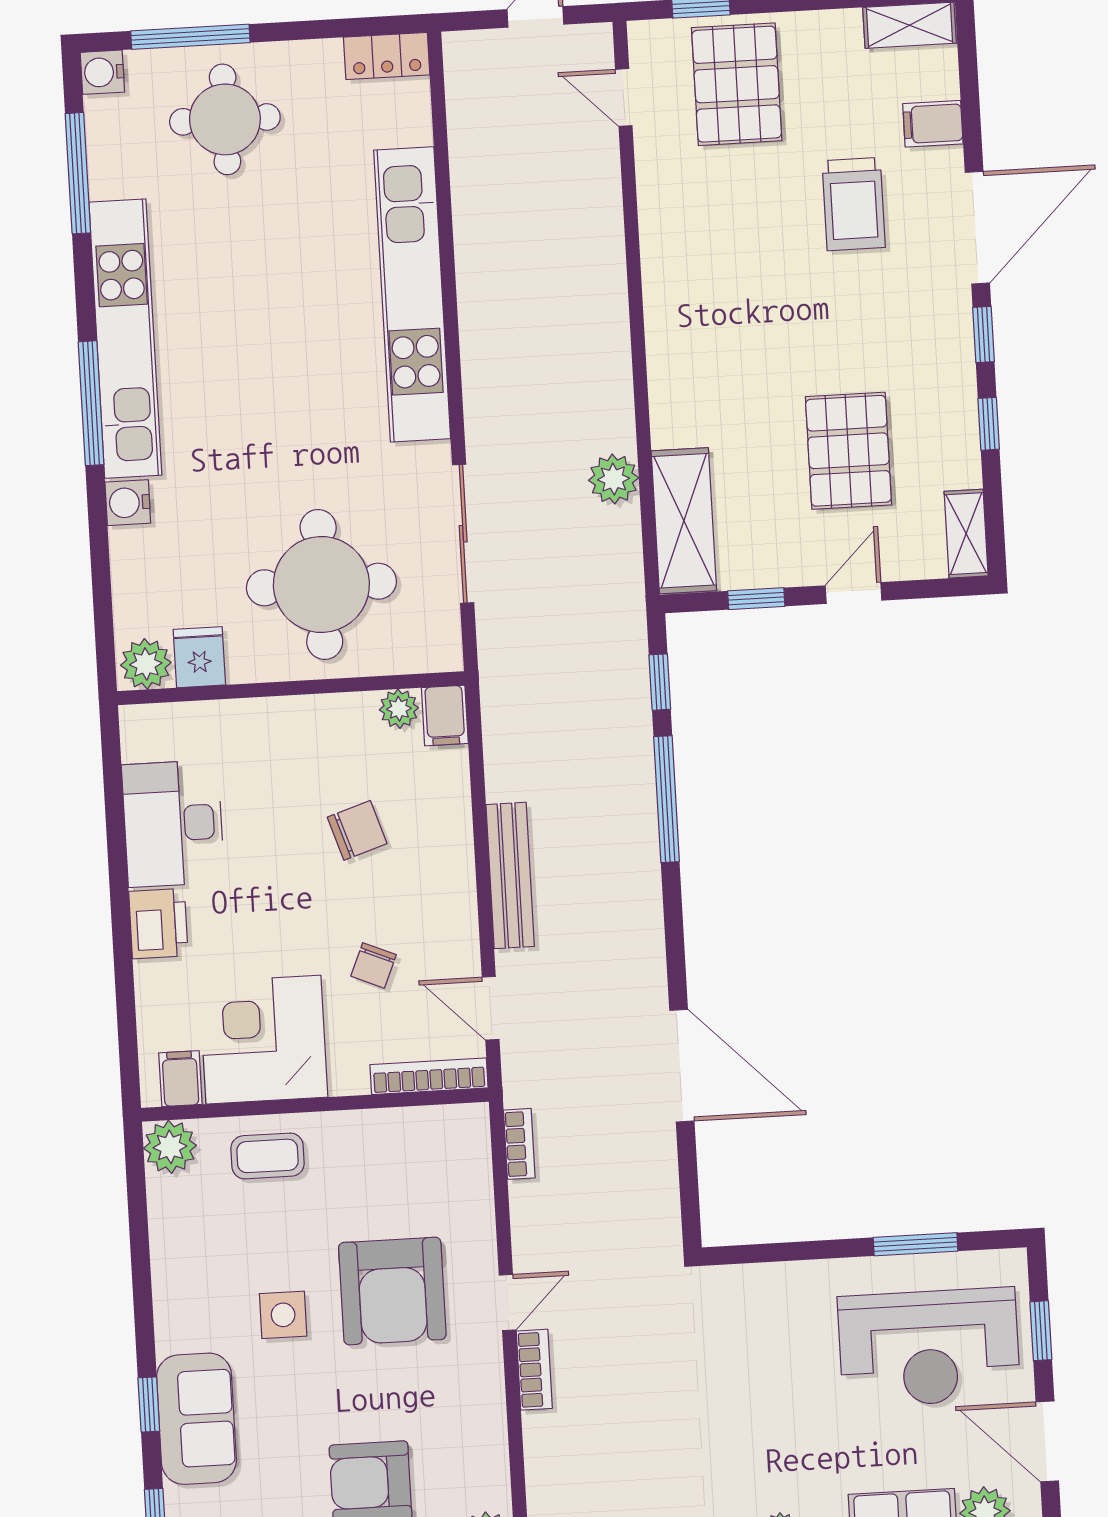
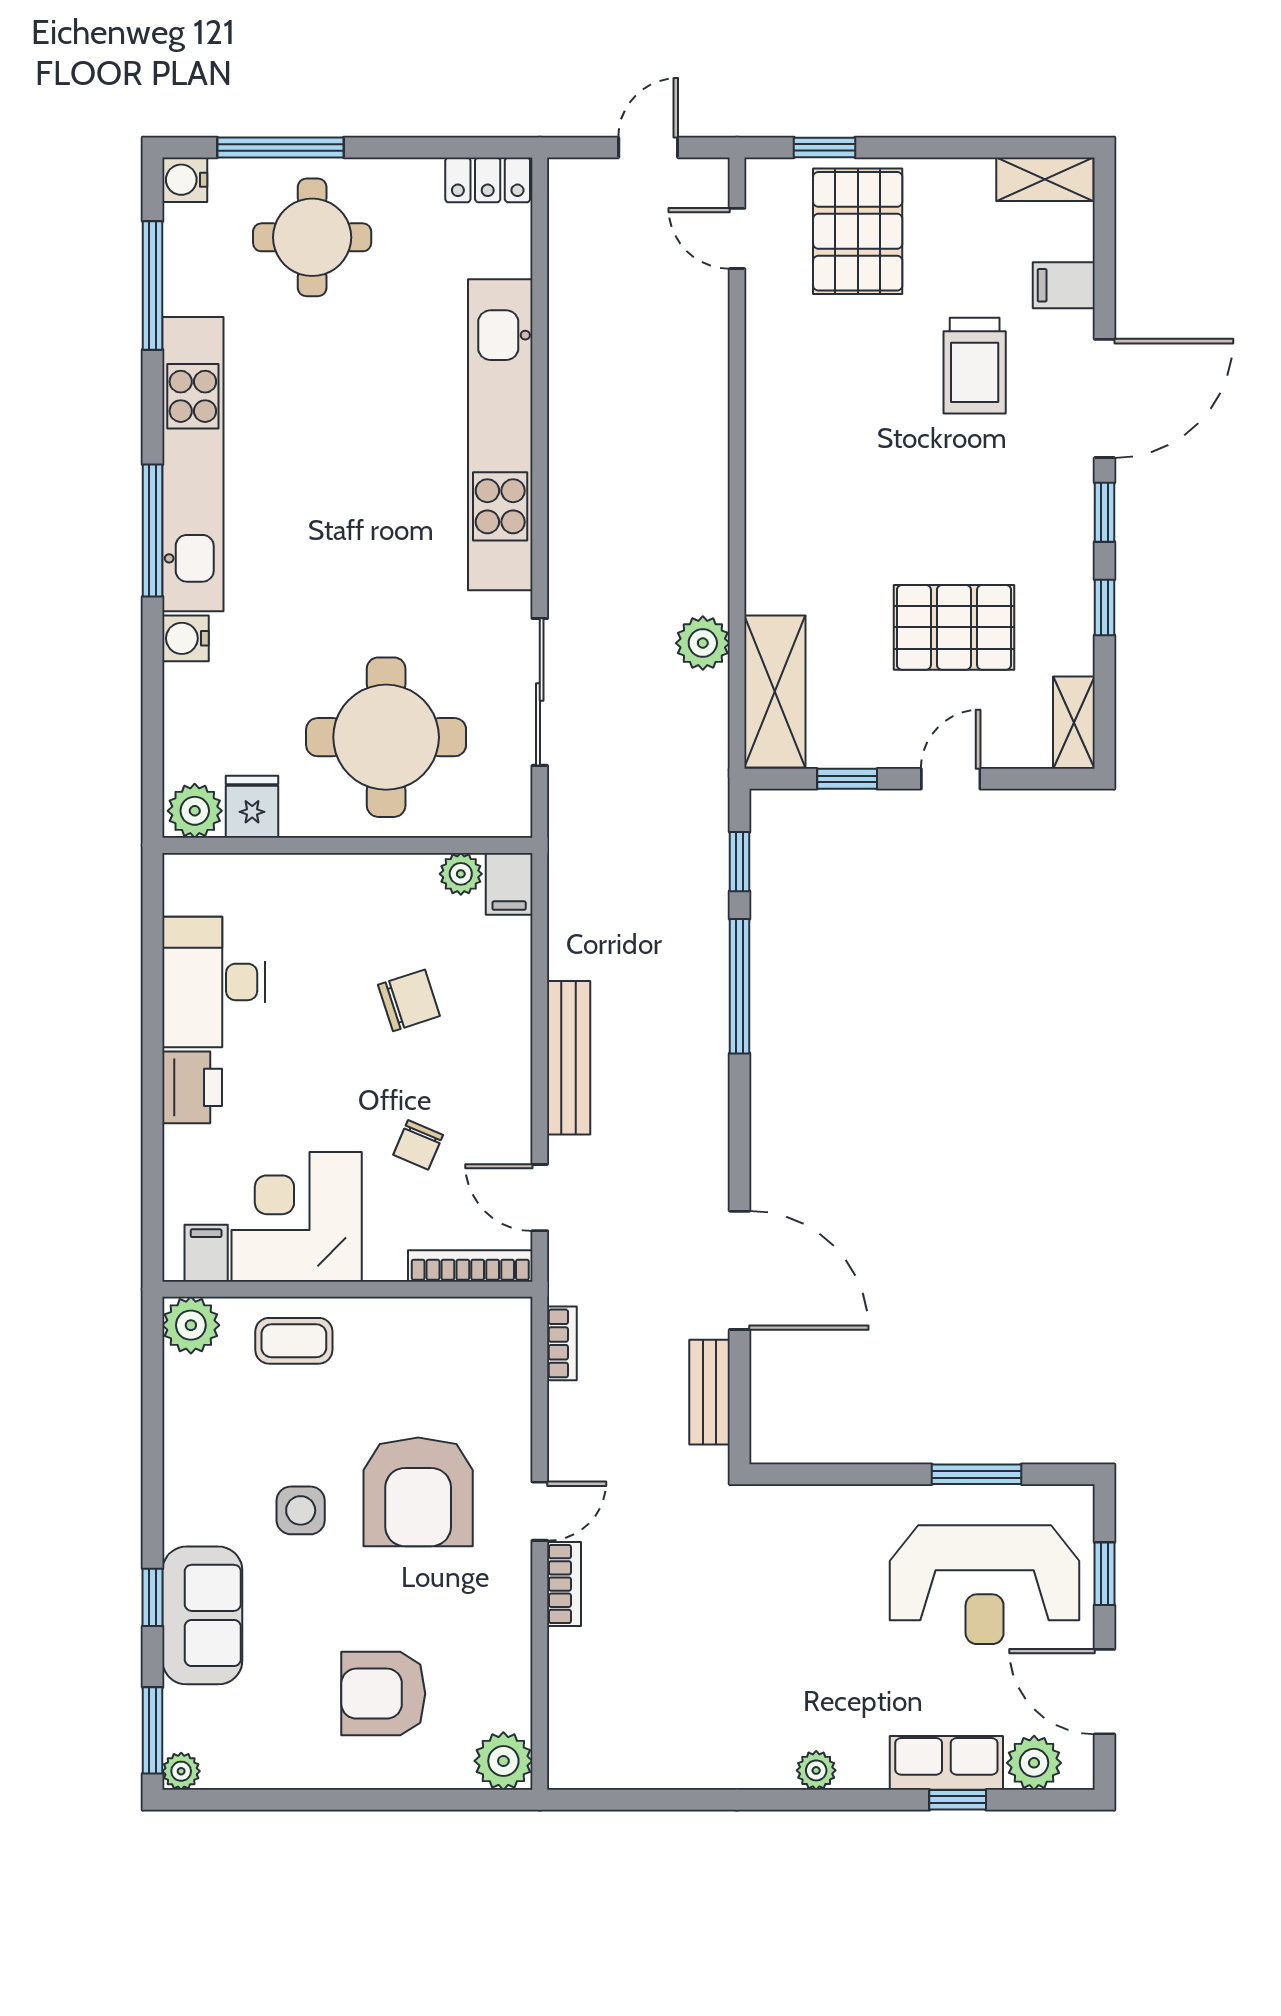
pallet: (848, 451) -> (954, 627), turned 90
bench: (660, 1182) -> (710, 1392), added

